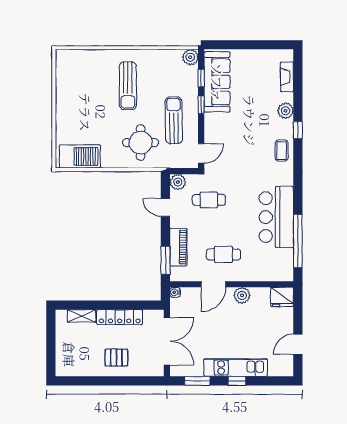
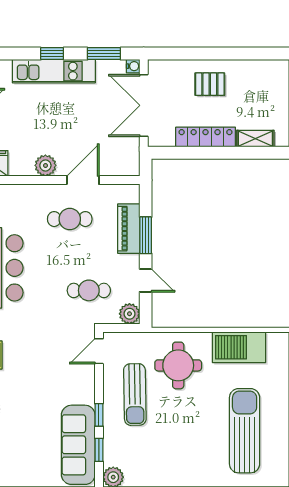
sun lounger: (128, 86) -> (245, 431), moved, width x1.36, depth x1.34
barbecue: (80, 156) -> (239, 347), moved
window: (165, 260) -> (146, 235), moved
water cooler: (175, 292) -> (133, 66), moved

